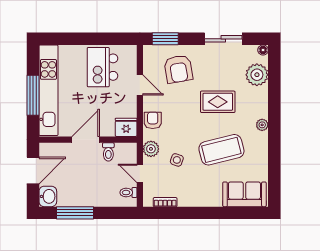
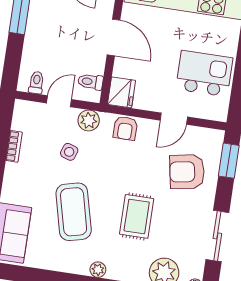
armchair: (153, 120) -> (125, 128), turned 90
toilet: (108, 152) -> (90, 82), moved
bookcase: (165, 202) -> (14, 146), moved

